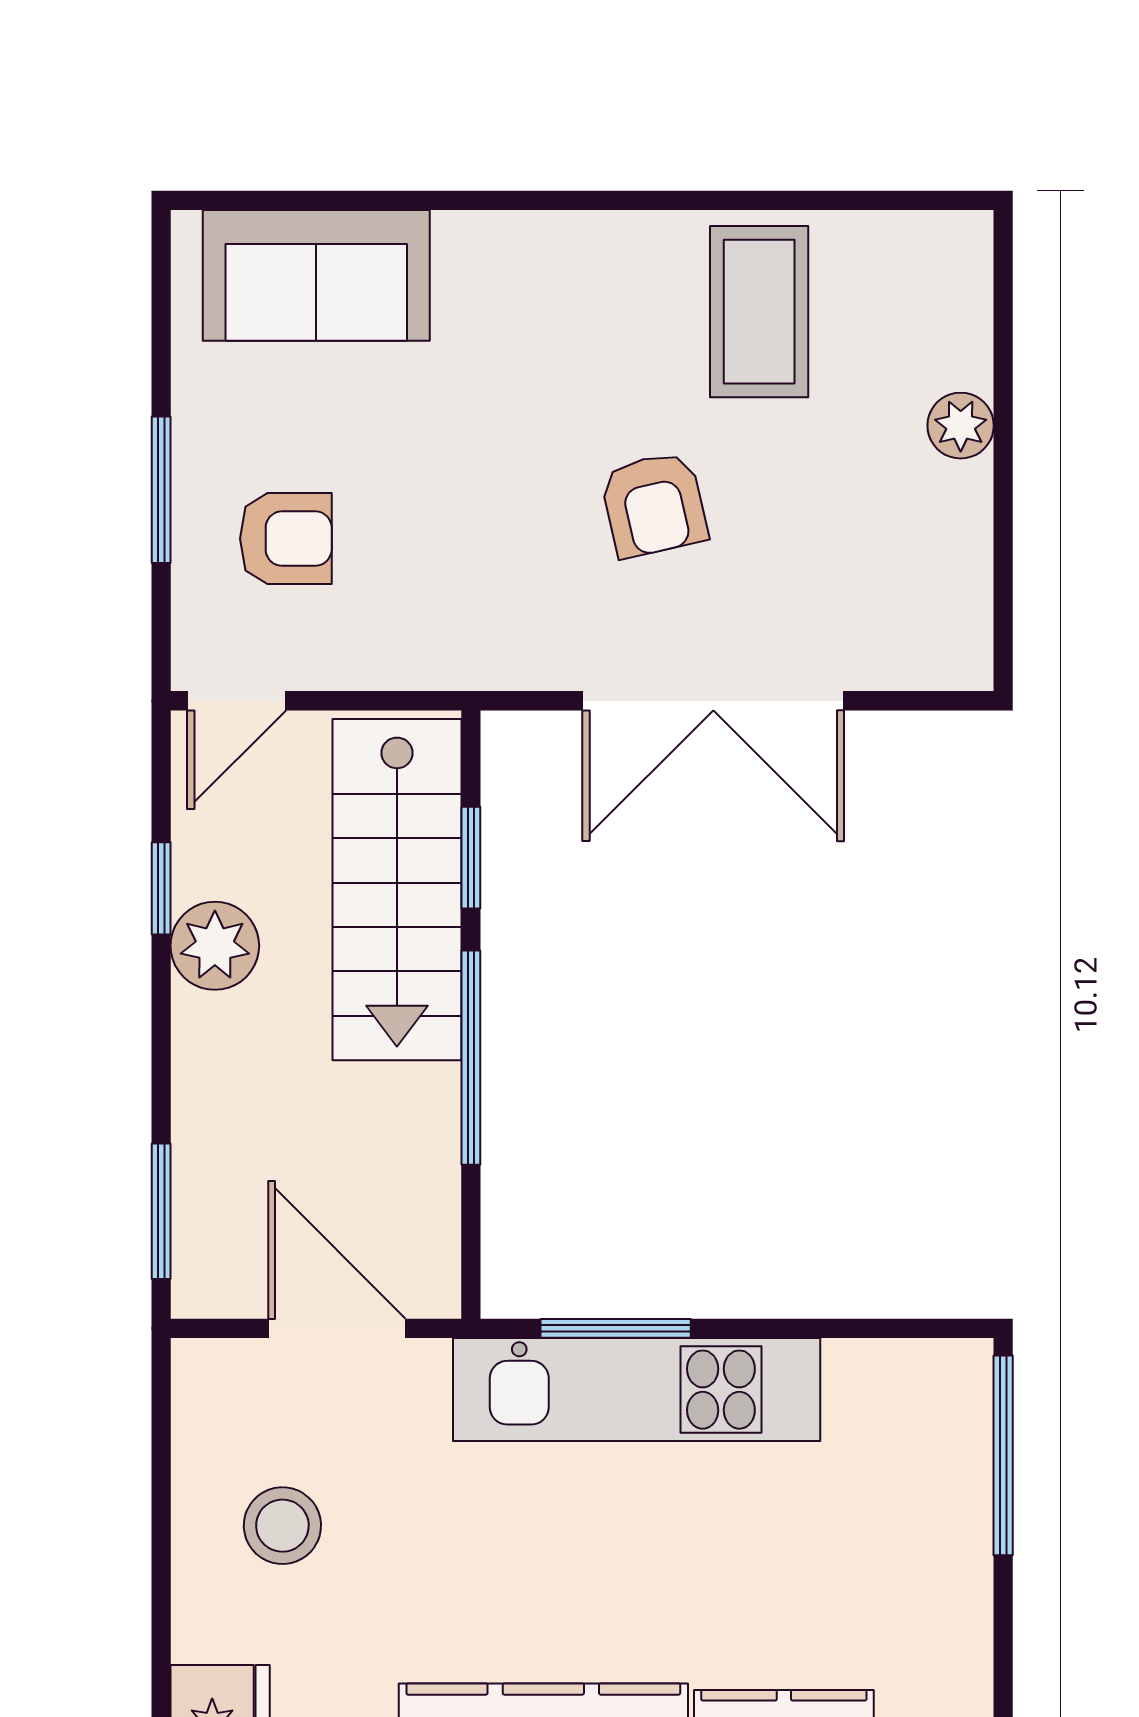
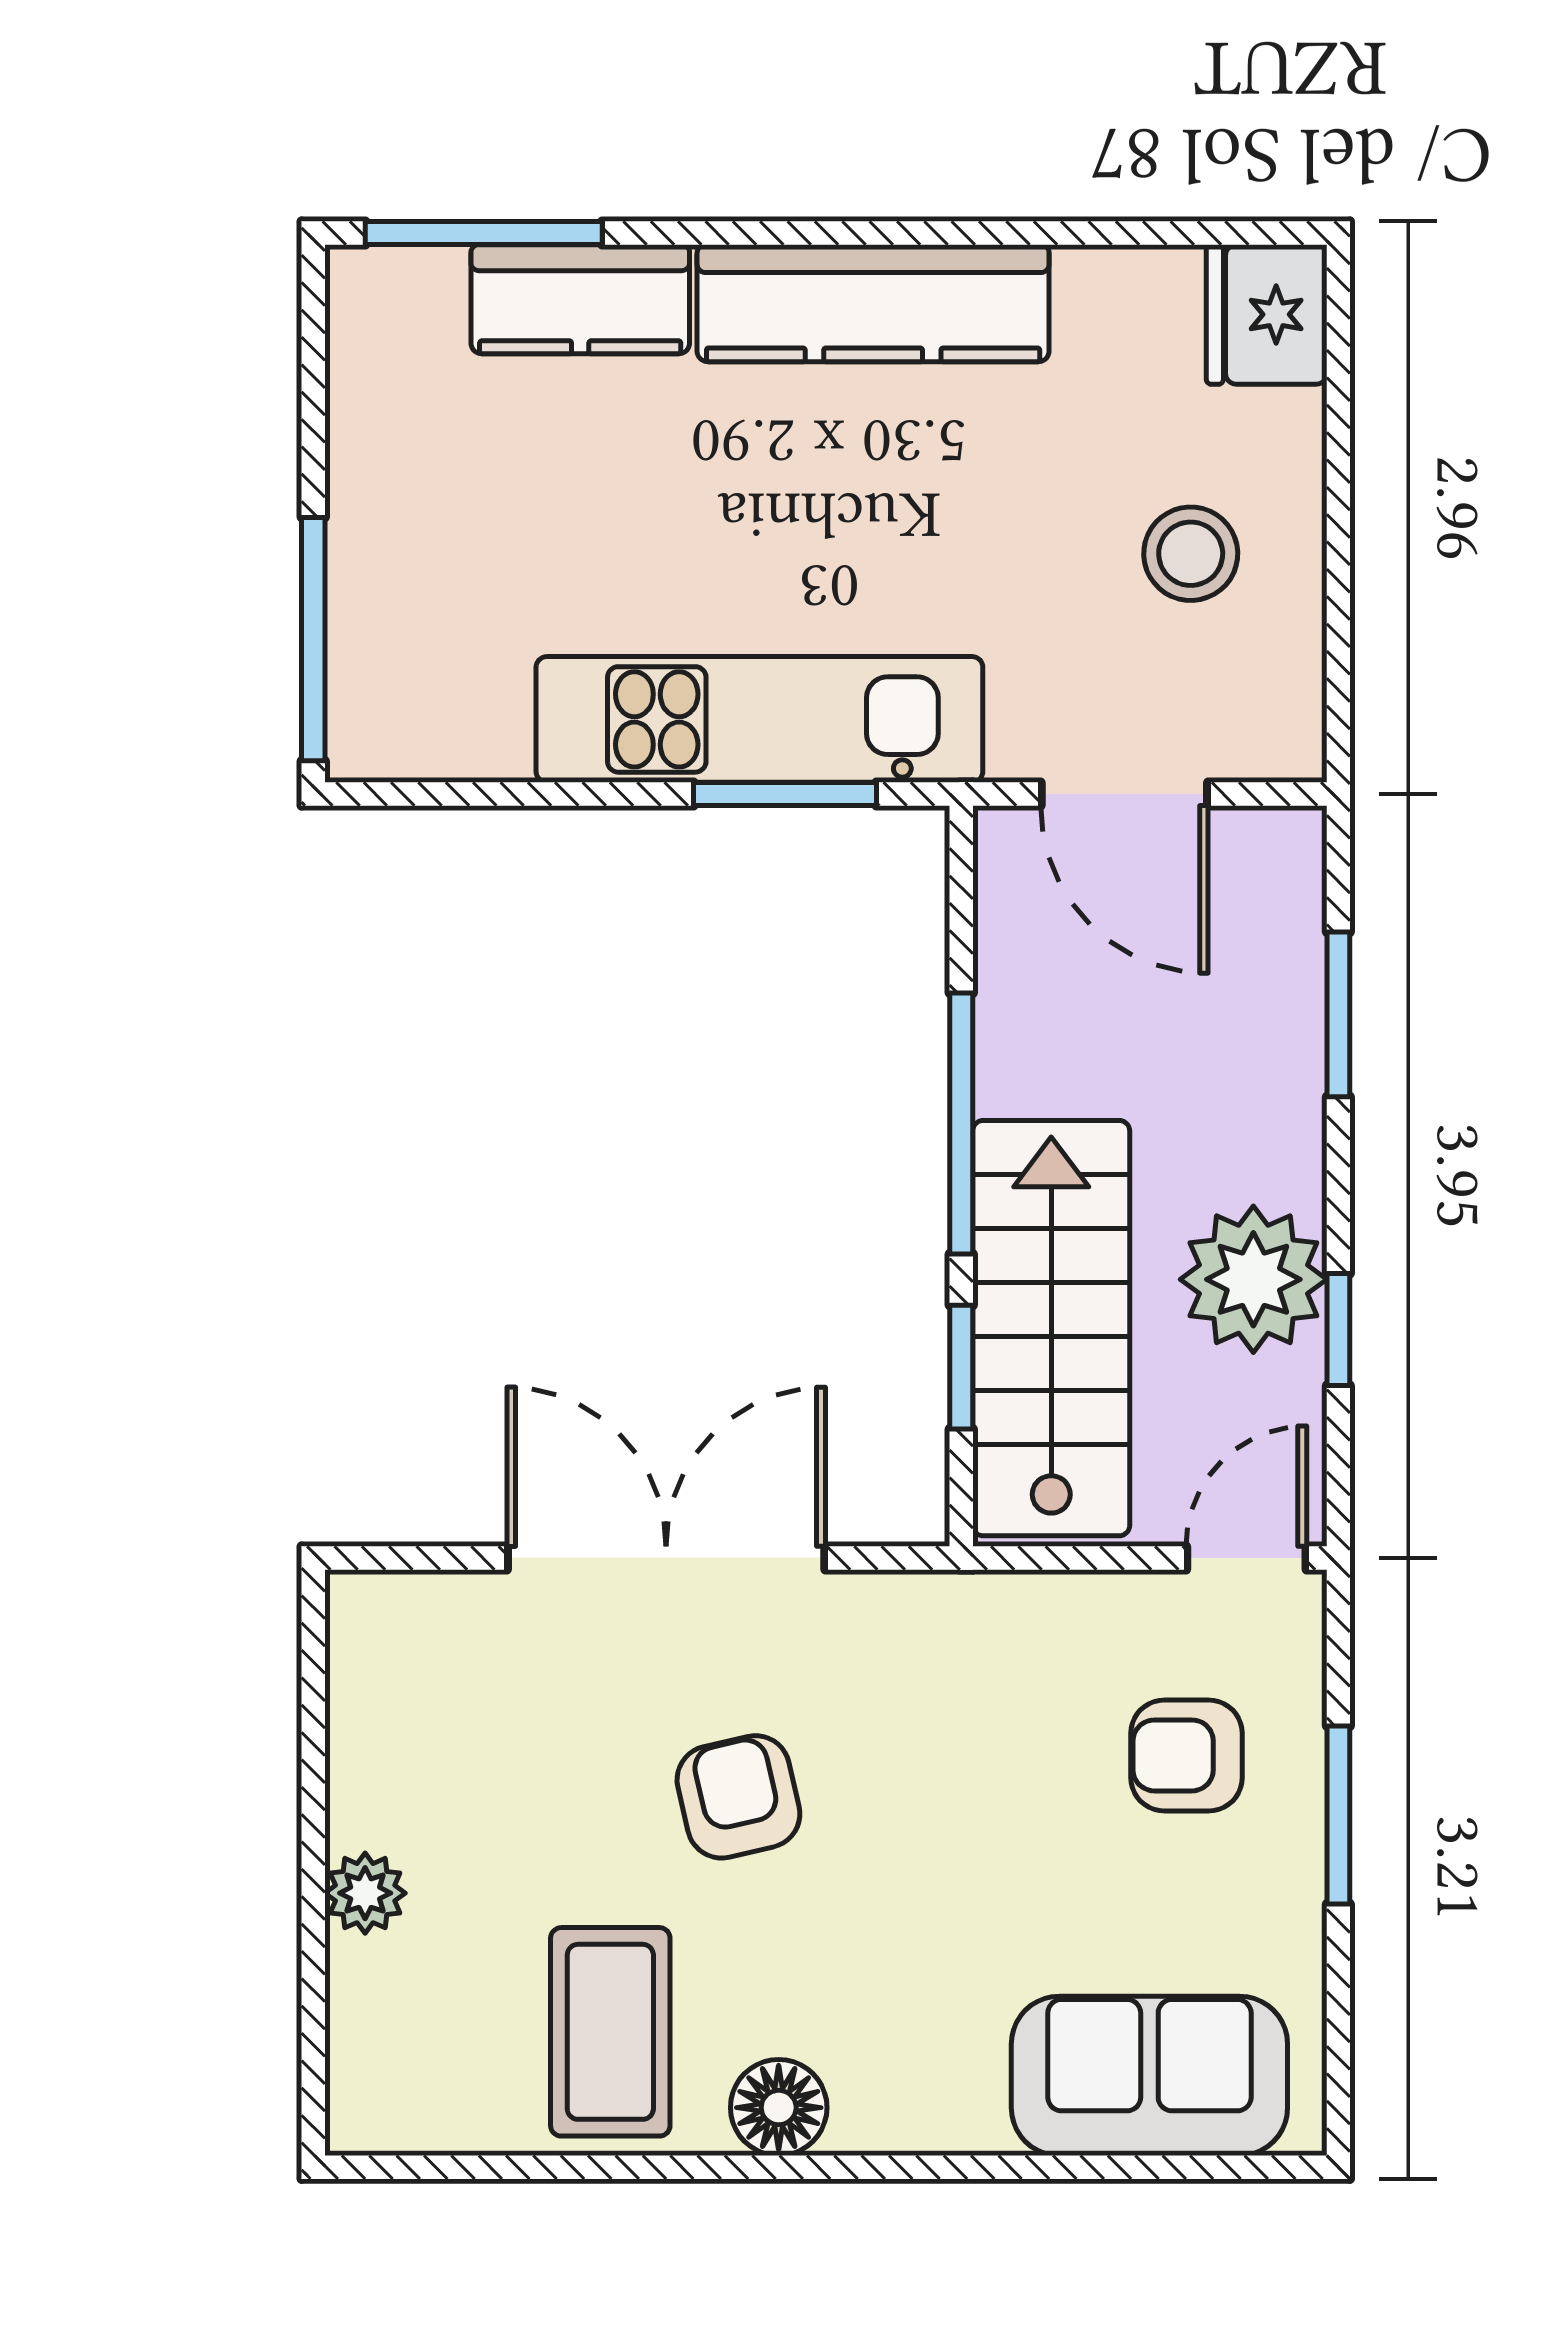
floor lamp: (621, 249) -> (779, 2108), added
plant: (215, 946) -> (1253, 1279), width x1.36, depth x1.36
window: (161, 1211) -> (1338, 1014), moved

